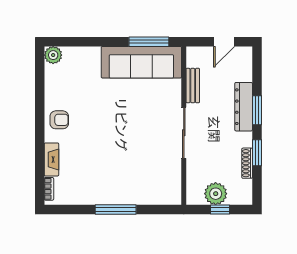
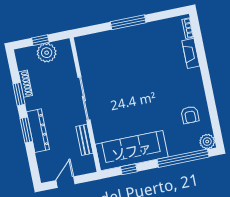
window: (85, 42) -> (183, 158), added
window: (149, 42) -> (129, 169), width x0.46
armchair: (59, 120) -> (190, 115), moved, turned -90

